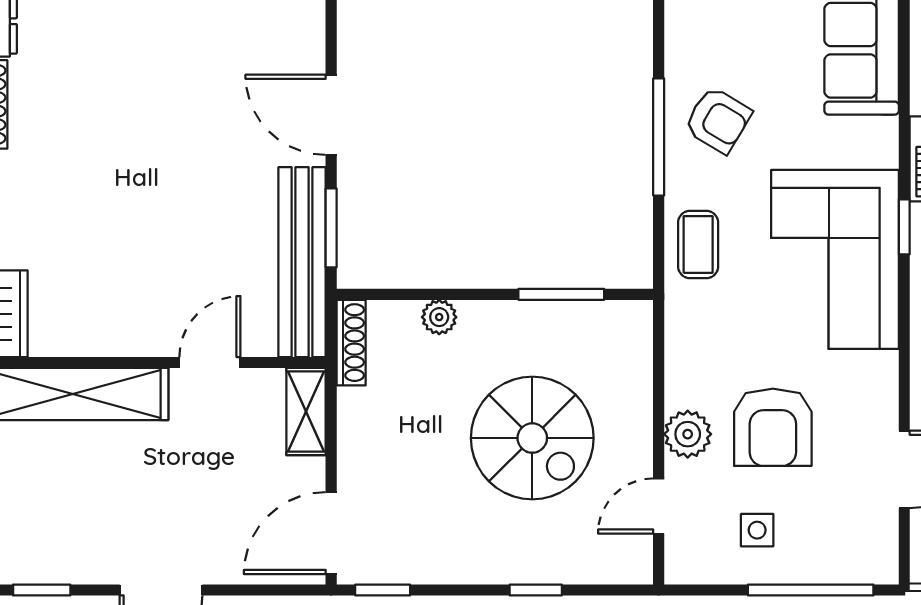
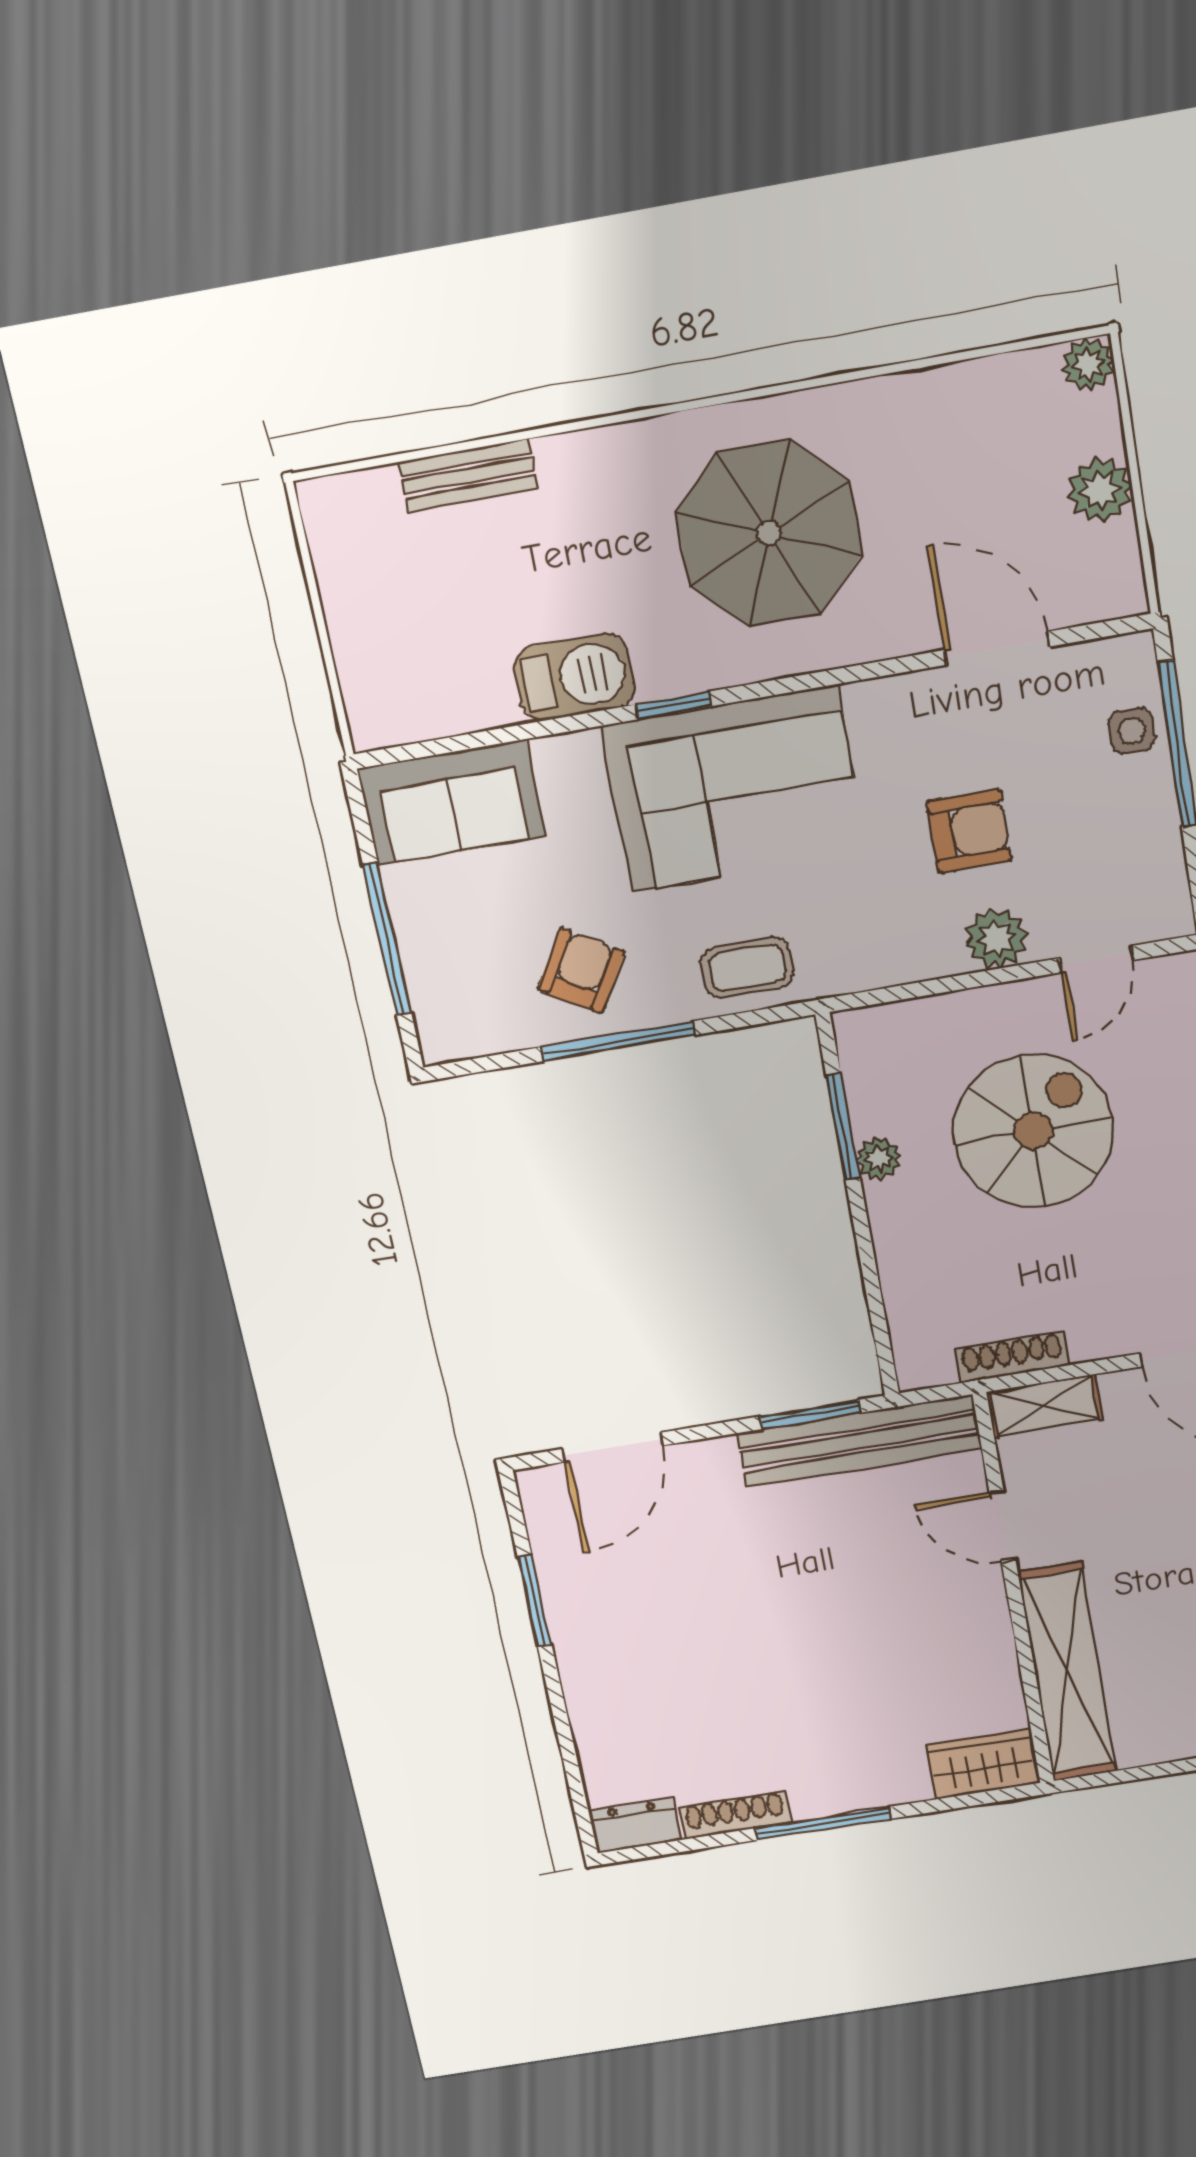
door: (331, 115) -> (613, 1447), moved
plant: (439, 317) -> (879, 1159), moved
shoe rack: (351, 343) -> (1012, 1357), moved
armchair: (773, 427) -> (969, 831), width x0.72, depth x0.72
door: (659, 506) -> (1096, 959), hinge flipped
side table: (757, 530) -> (1132, 731), moved

